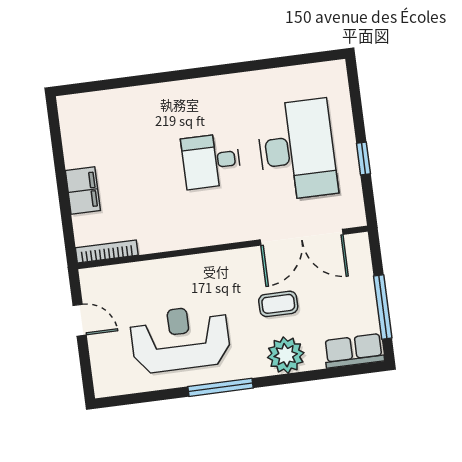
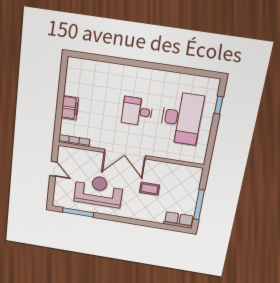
window: (363, 159) -> (219, 105), moved
double door: (302, 237) -> (125, 154), moved
plant: (286, 355) -> (146, 213), removed
window: (220, 387) -> (78, 212), moved

